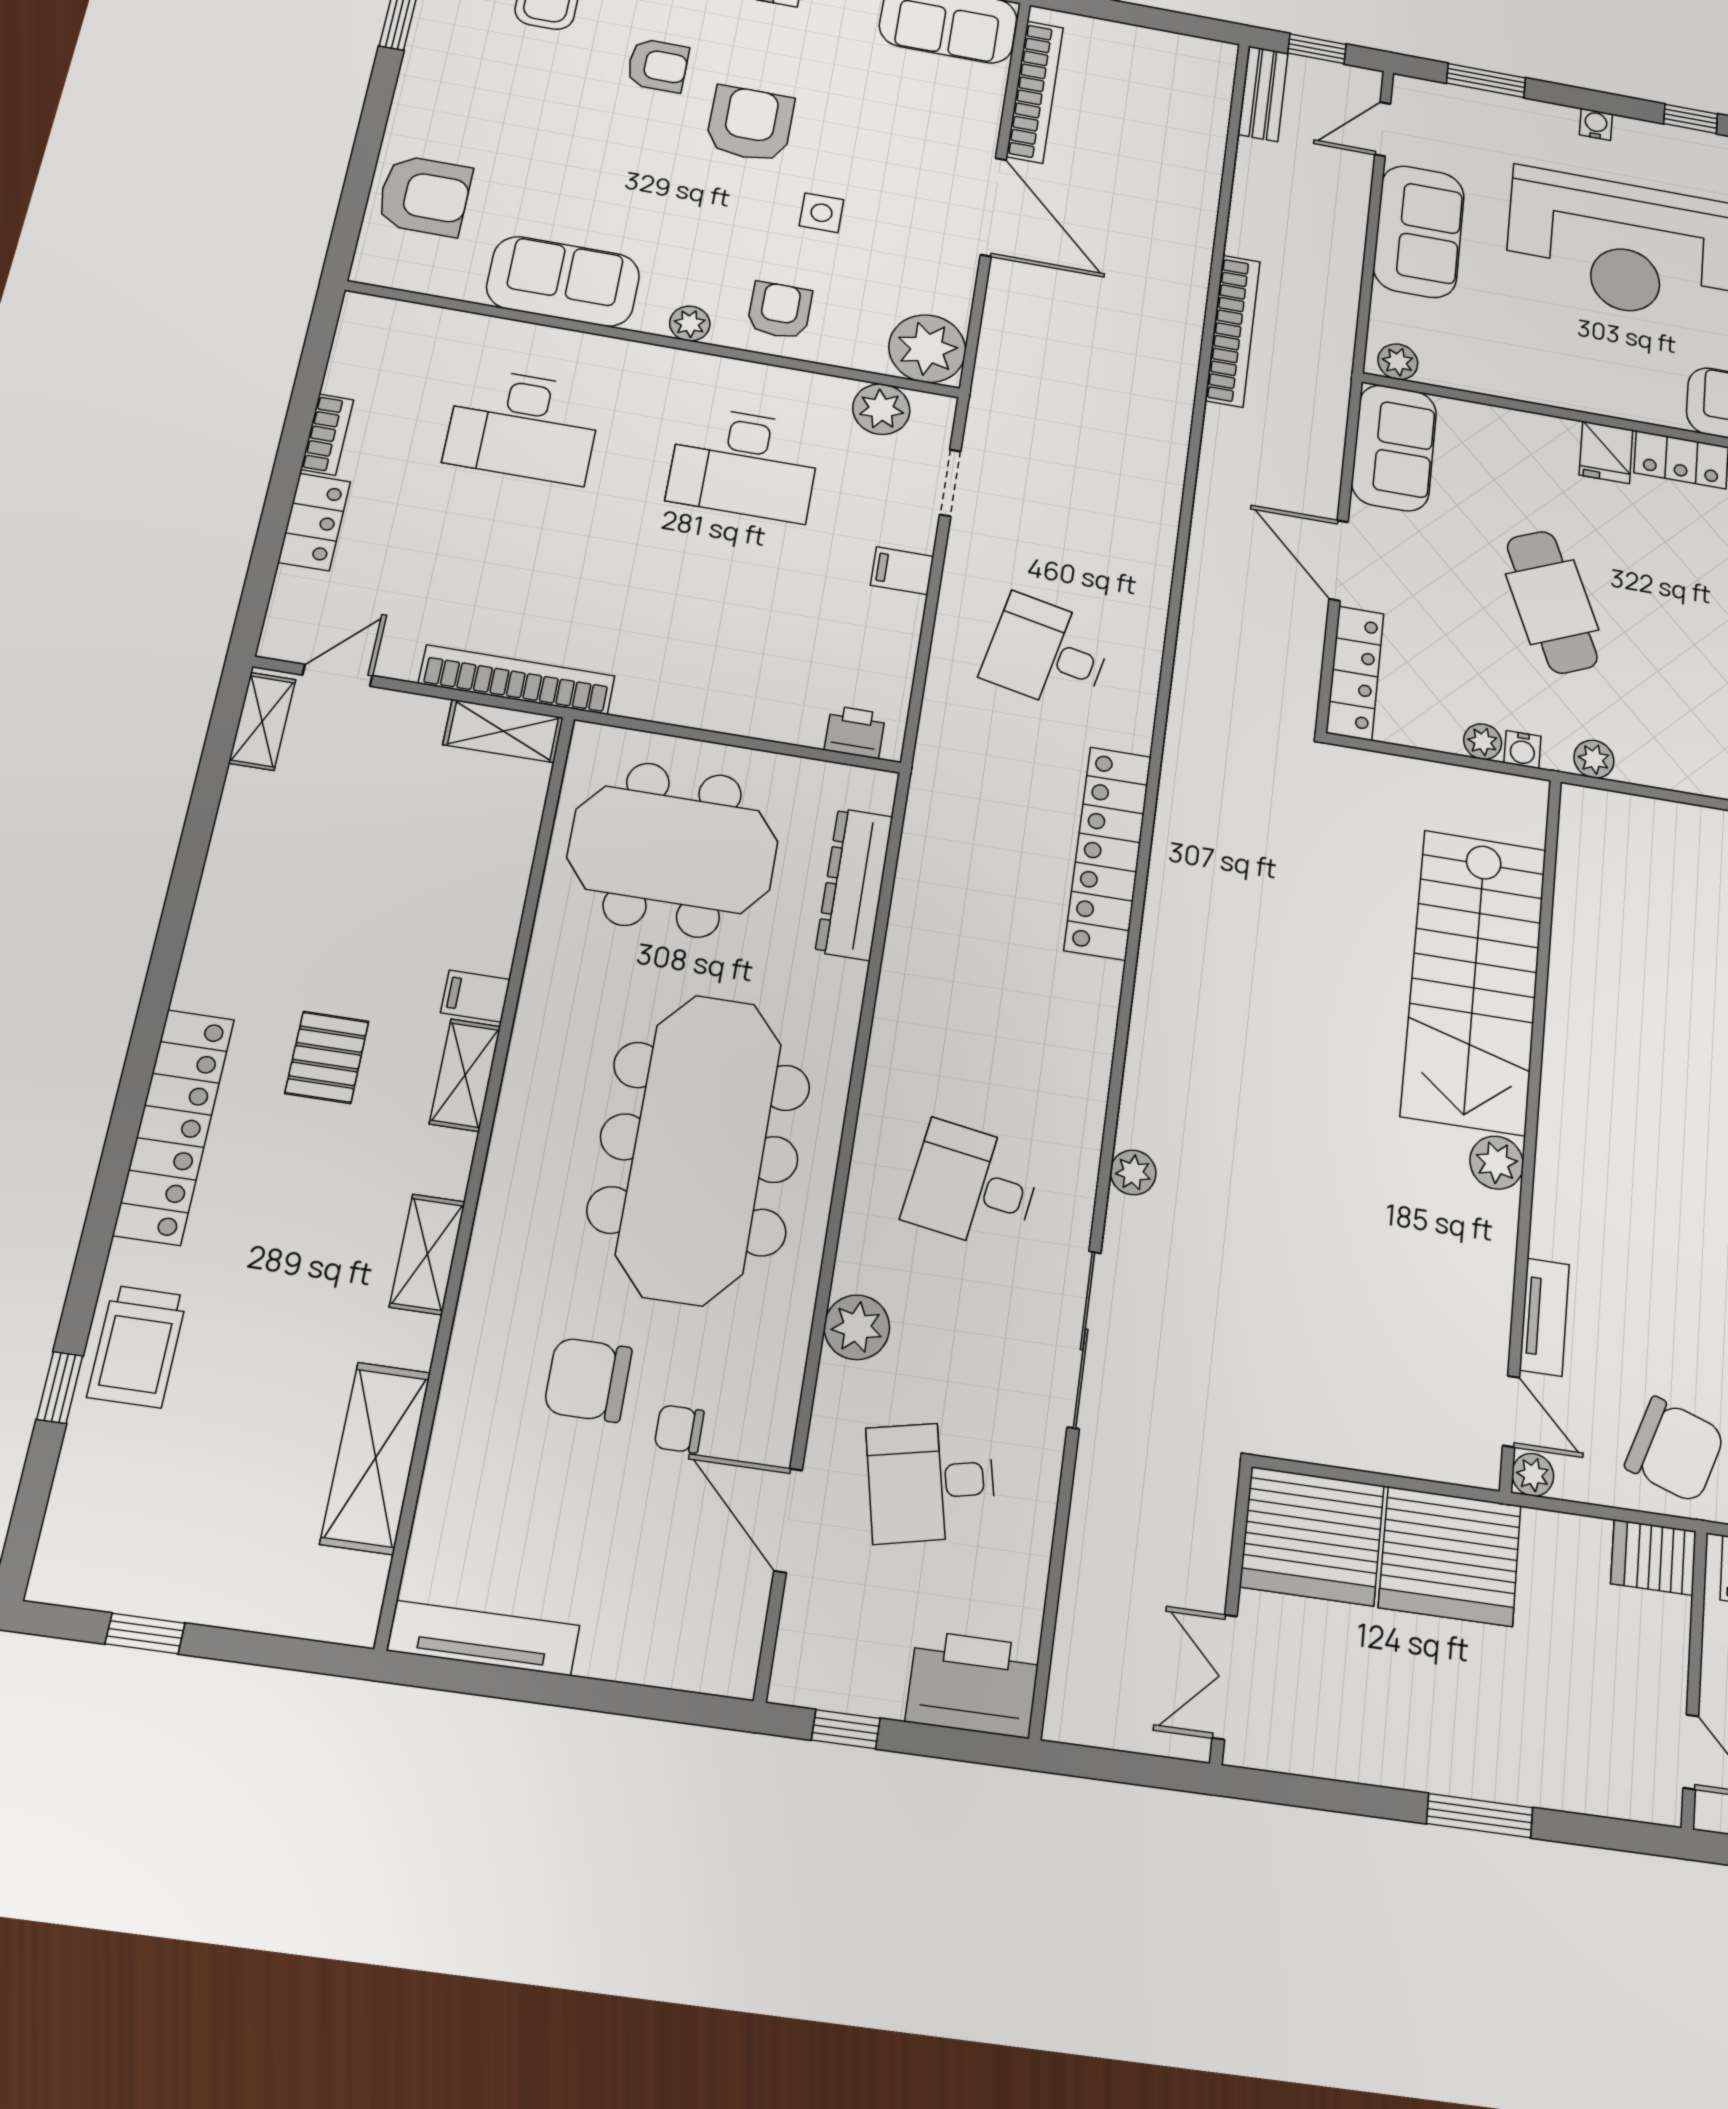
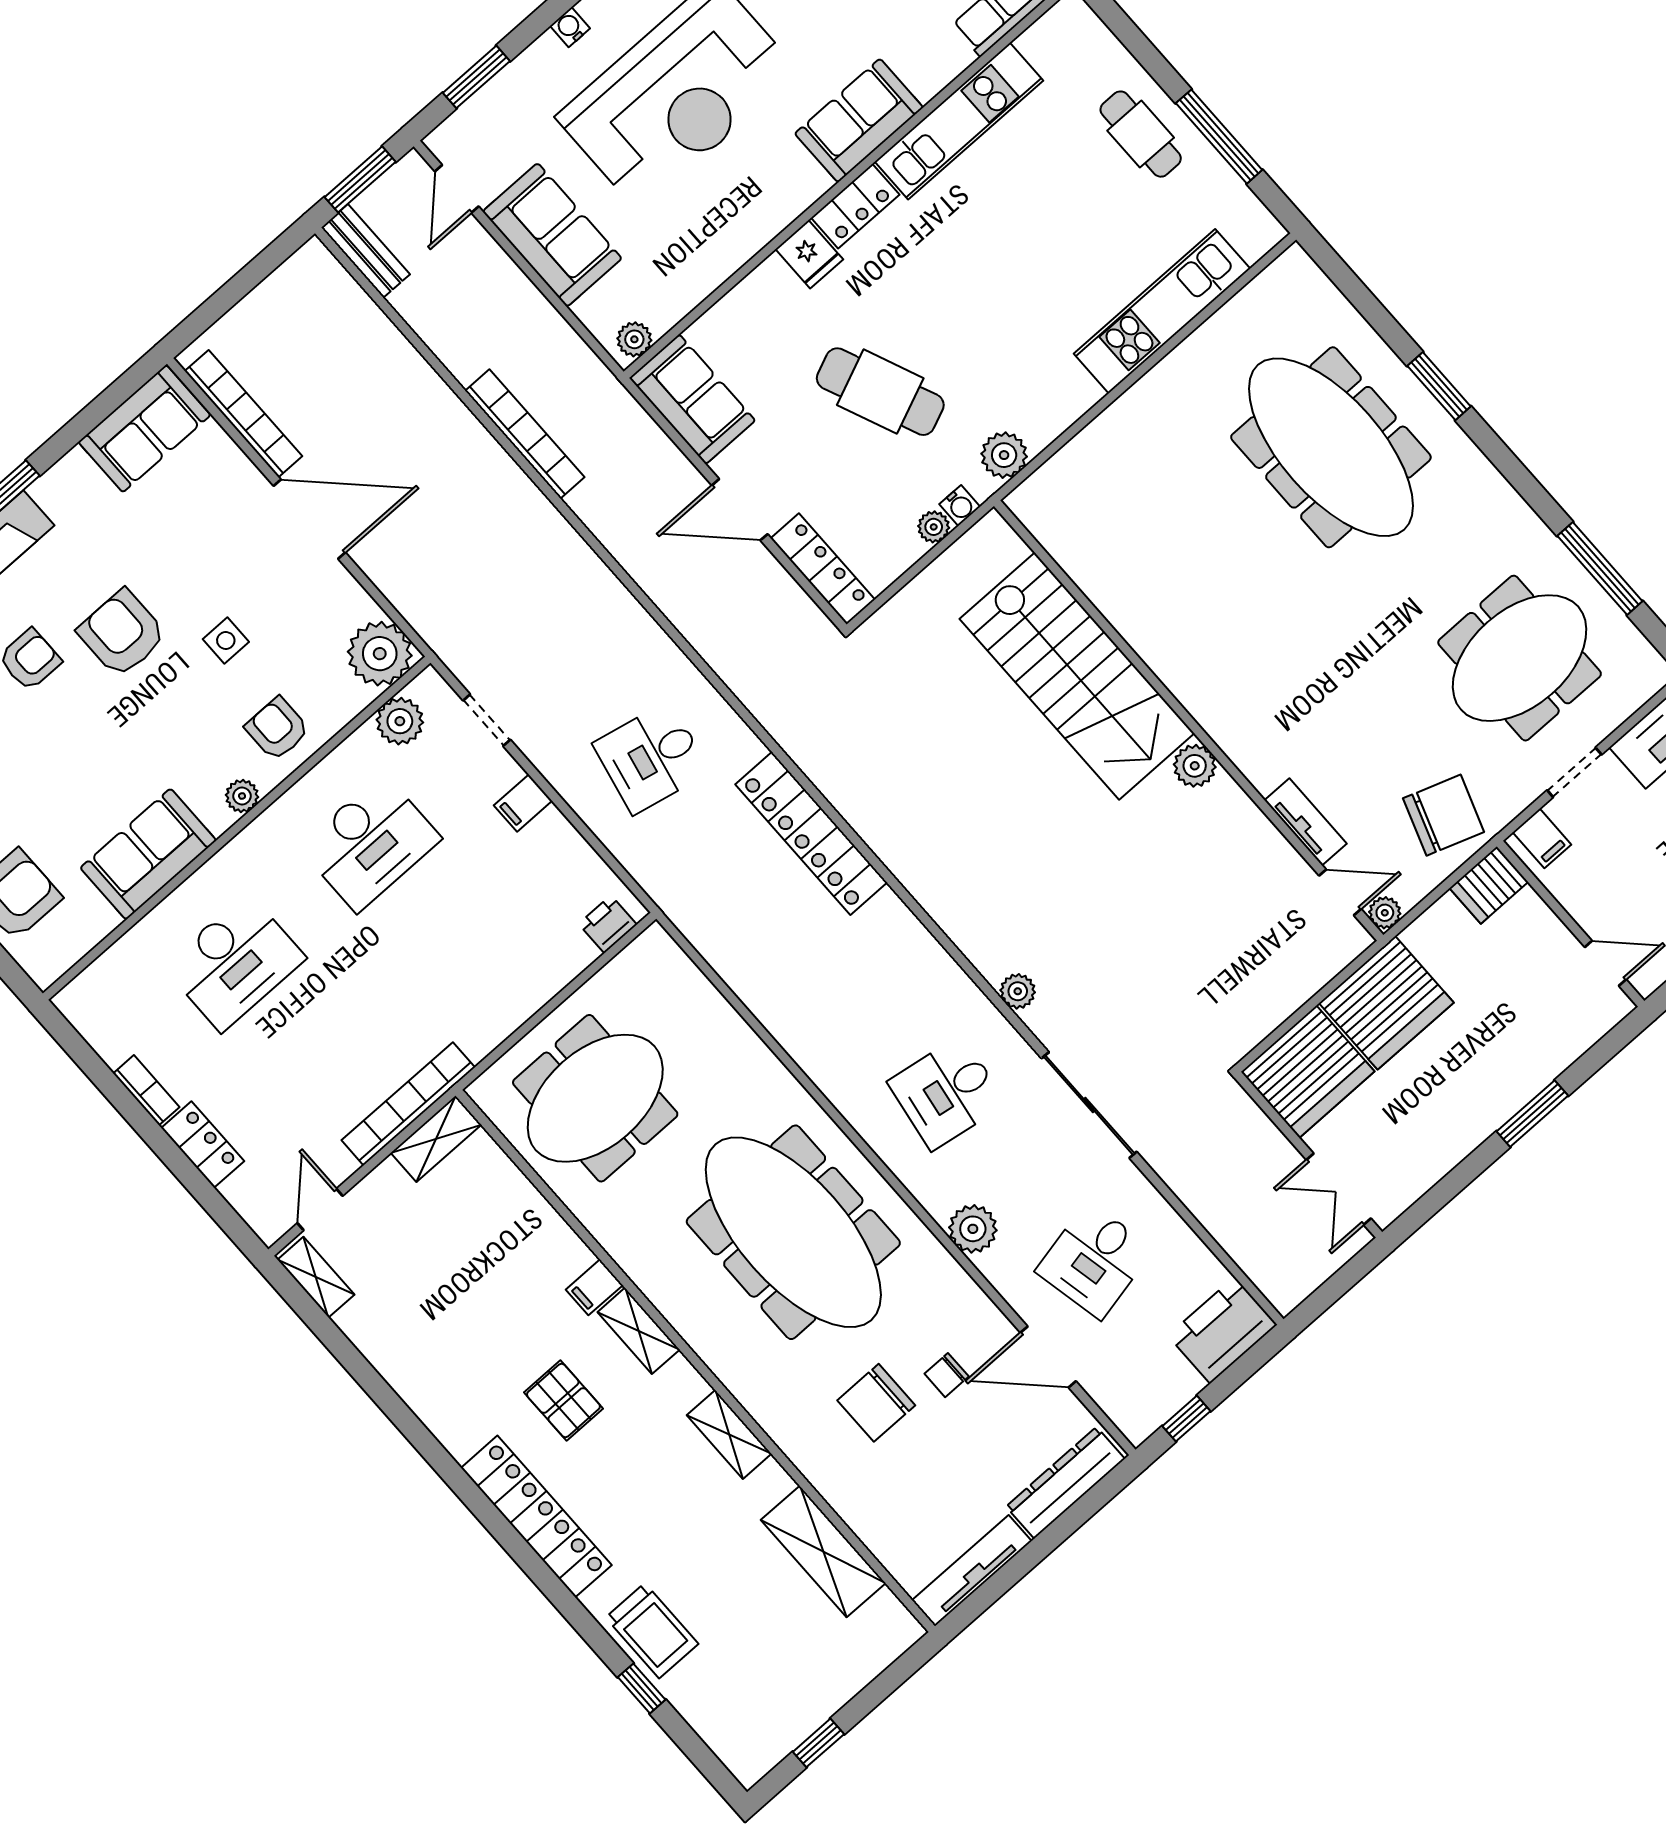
window: (1317, 49) -> (360, 179), width x1.50
plant: (1594, 759) -> (1004, 455), width x1.38, depth x1.38
dresser: (854, 884) -> (1065, 1483), moved, turned 90

